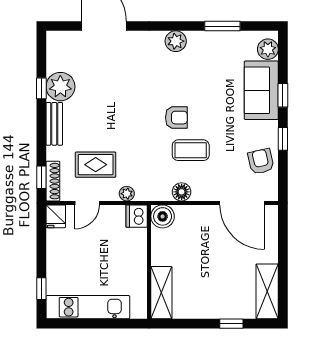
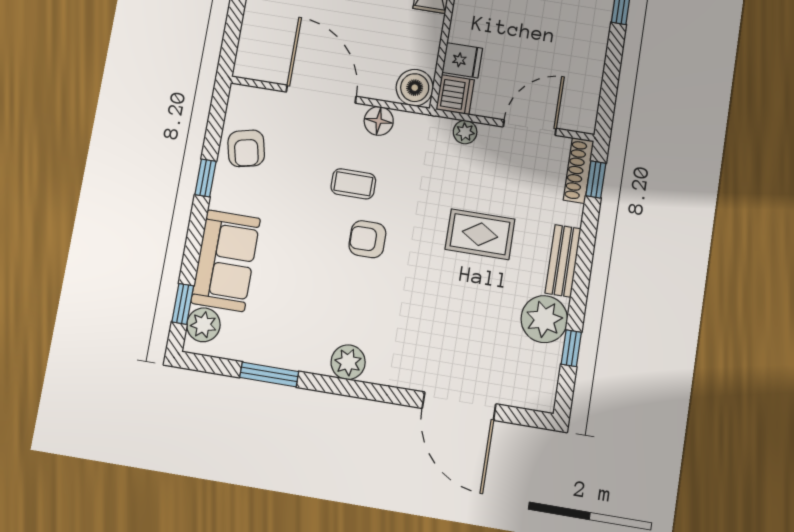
window: (41, 88) -> (571, 348), moved
window: (283, 95) -> (183, 304), moved
coffee table: (191, 150) -> (353, 184), width x0.73, depth x0.77
rug: (96, 165) -> (480, 234), moved
door: (87, 203) -> (530, 128), width x1.38
door: (242, 203) -> (321, 94), moved
fridge: (56, 216) -> (462, 60), moved, turned 90

